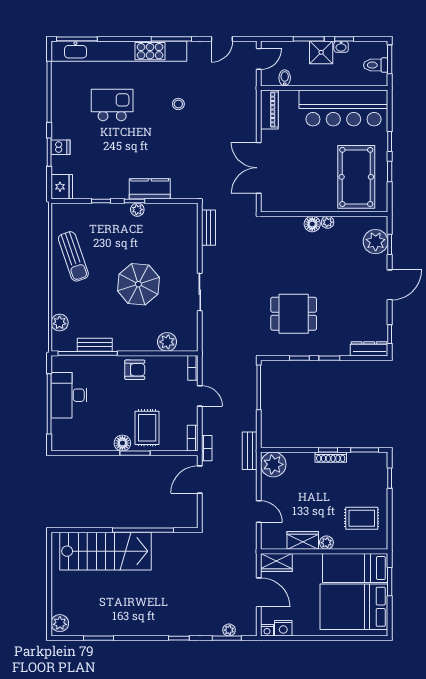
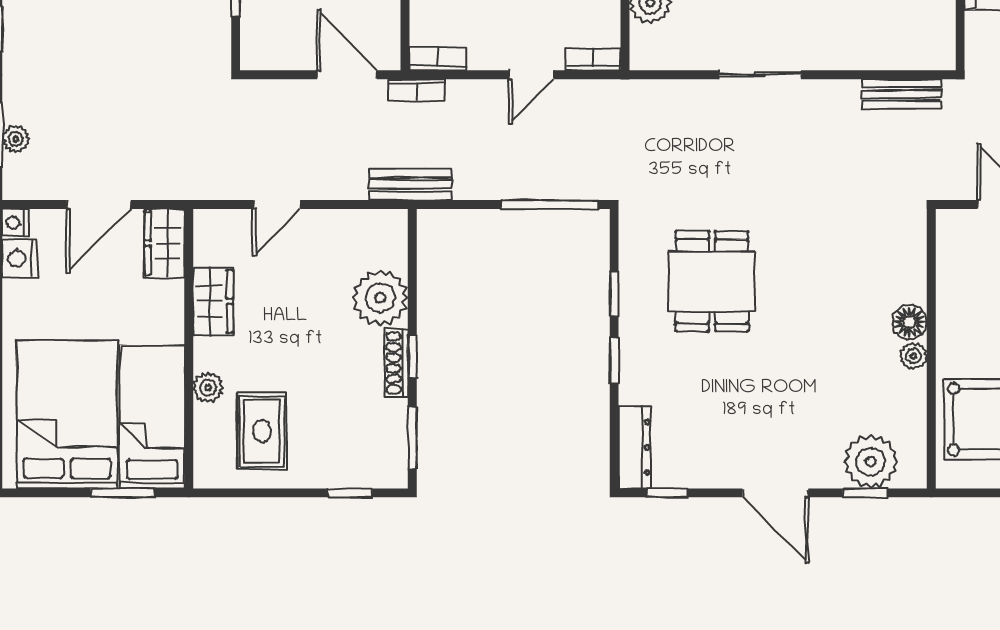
plant: (273, 464) -> (380, 298), moved
plant: (326, 543) -> (208, 388), moved

